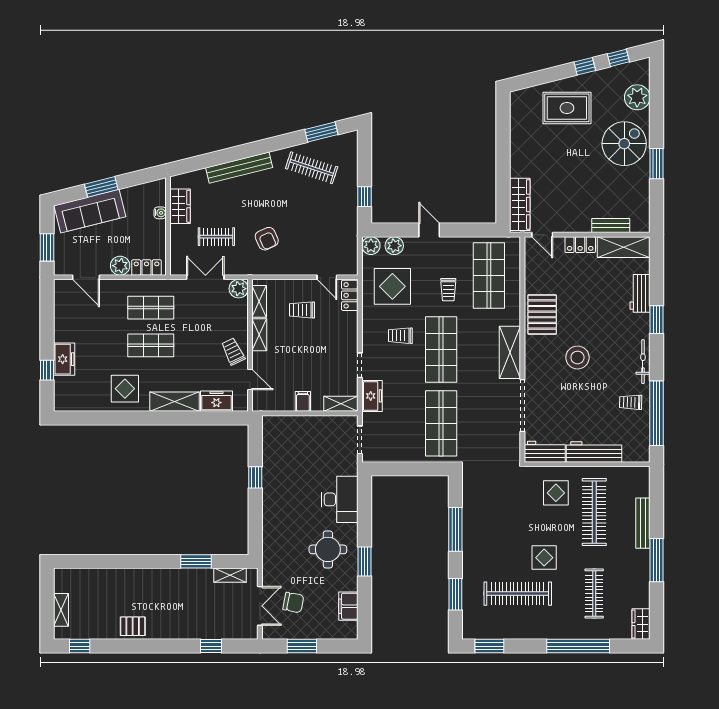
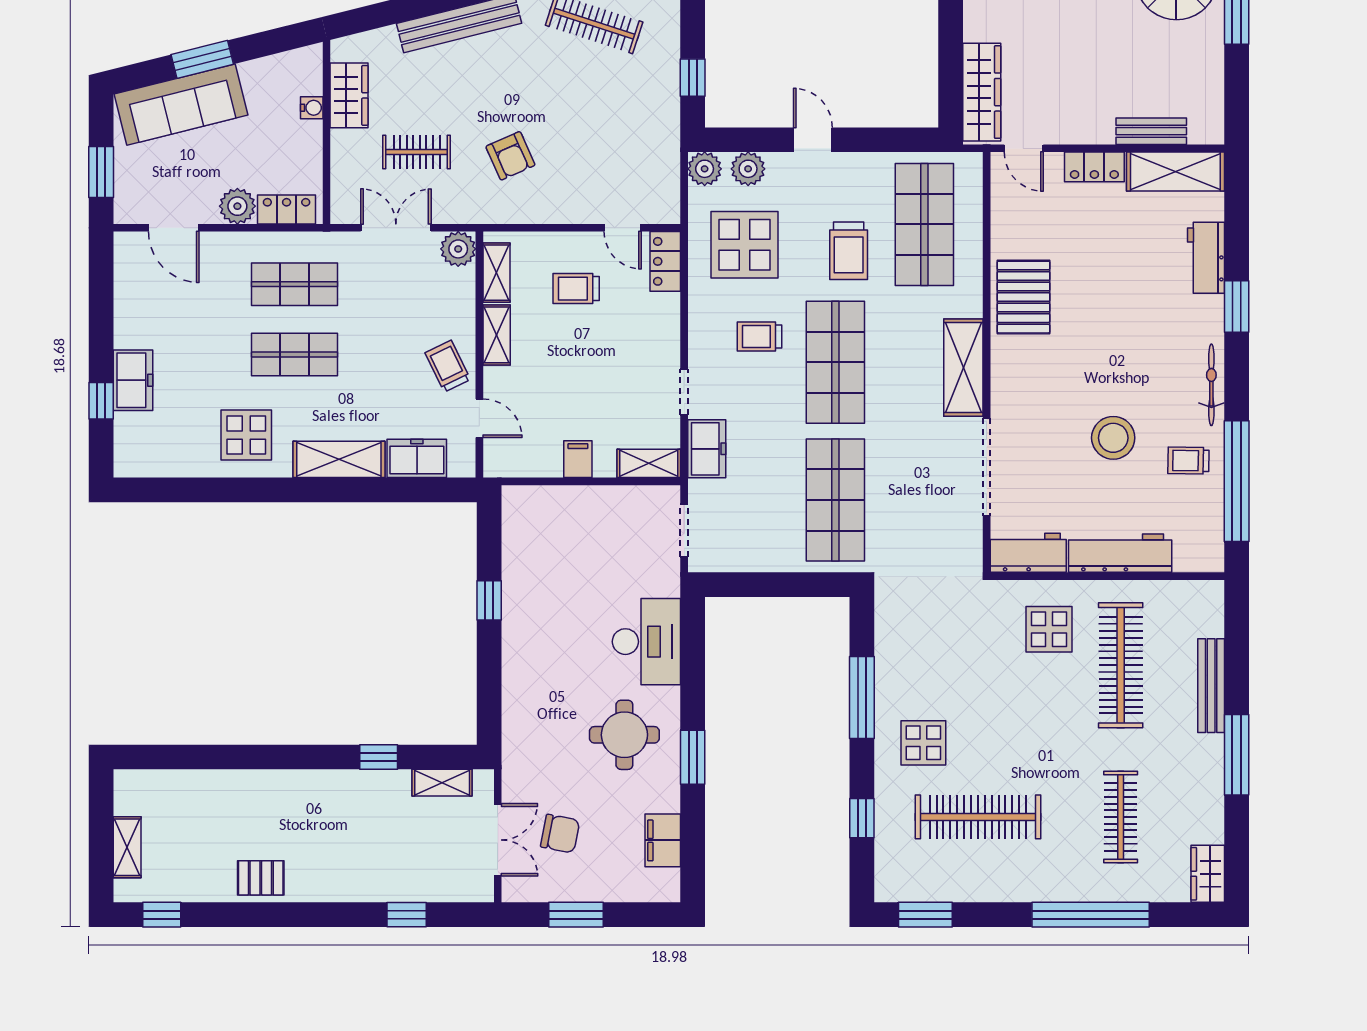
trolley: (448, 290) -> (849, 251), width x1.36, depth x1.39
stool: (577, 357) -> (1113, 438), moved
display table: (544, 558) -> (923, 743), moved
window: (196, 561) -> (379, 757), width x0.67
window: (455, 594) -> (862, 818), width x0.67

